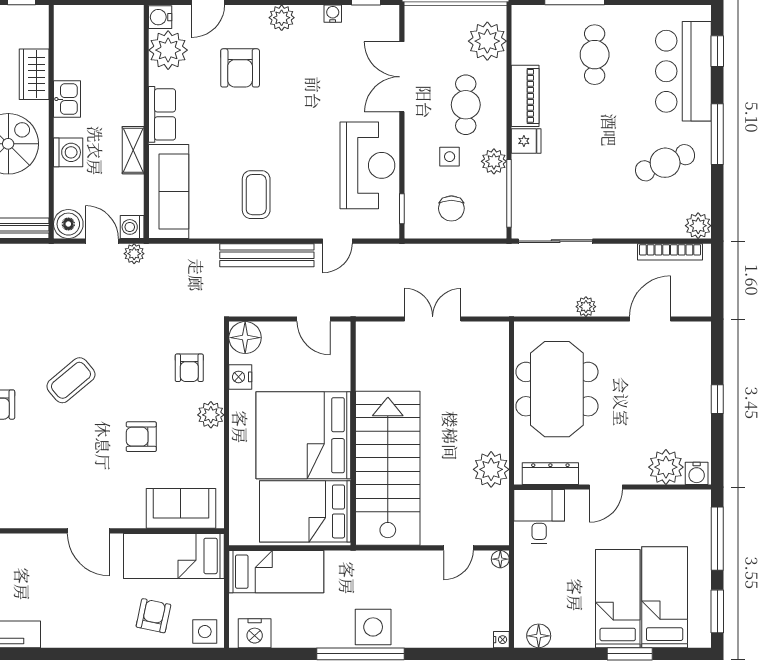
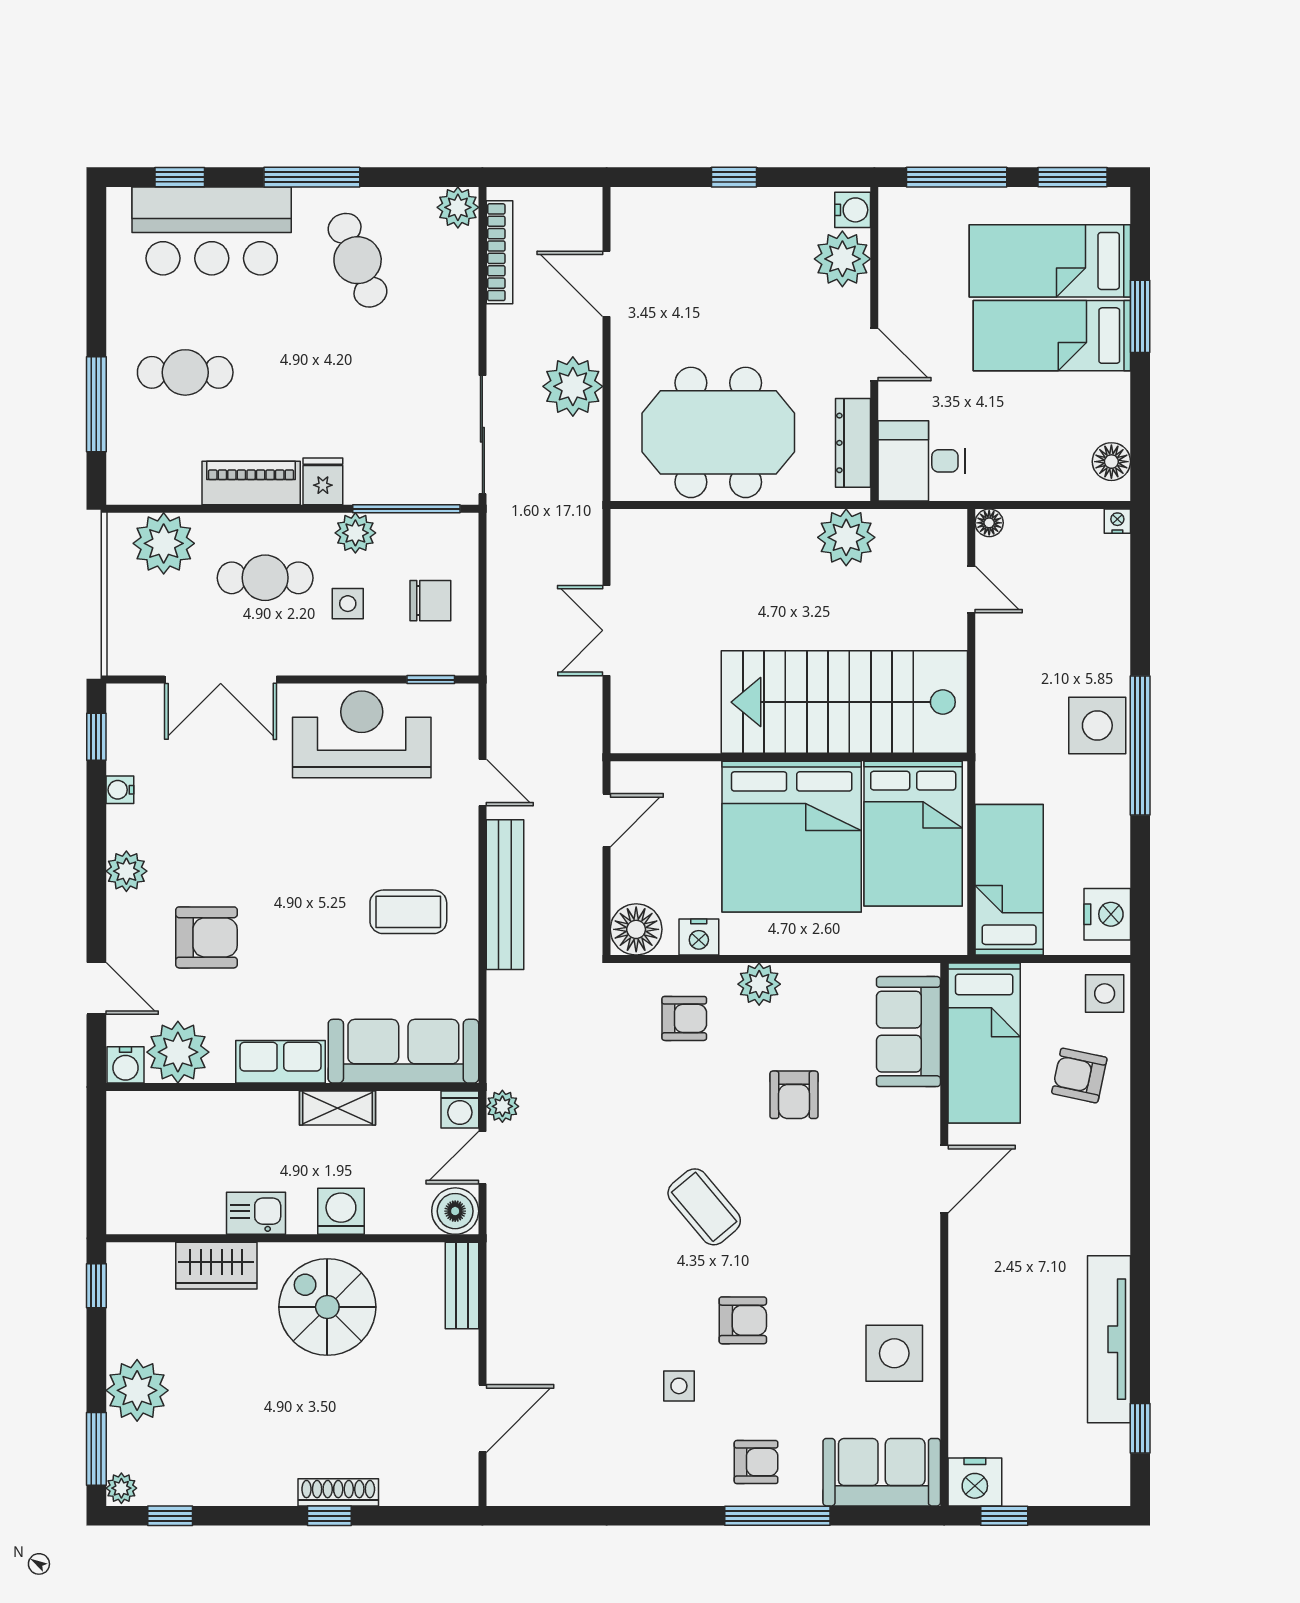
plant: (586, 307) -> (573, 386), width x1.88, depth x1.88

